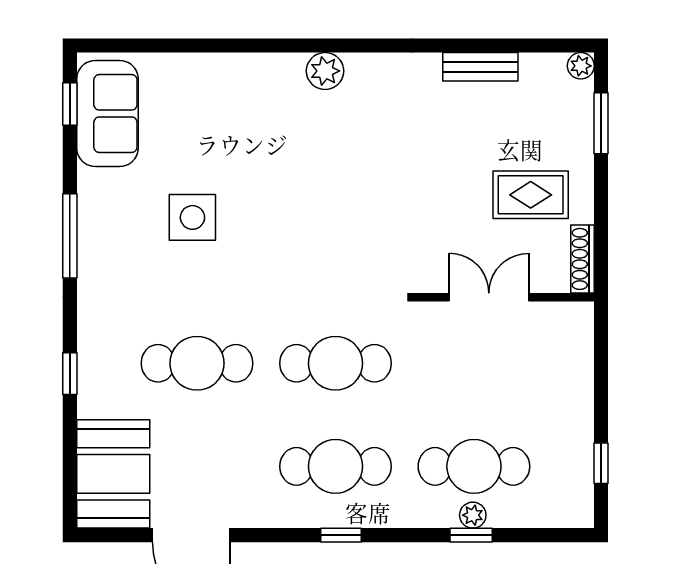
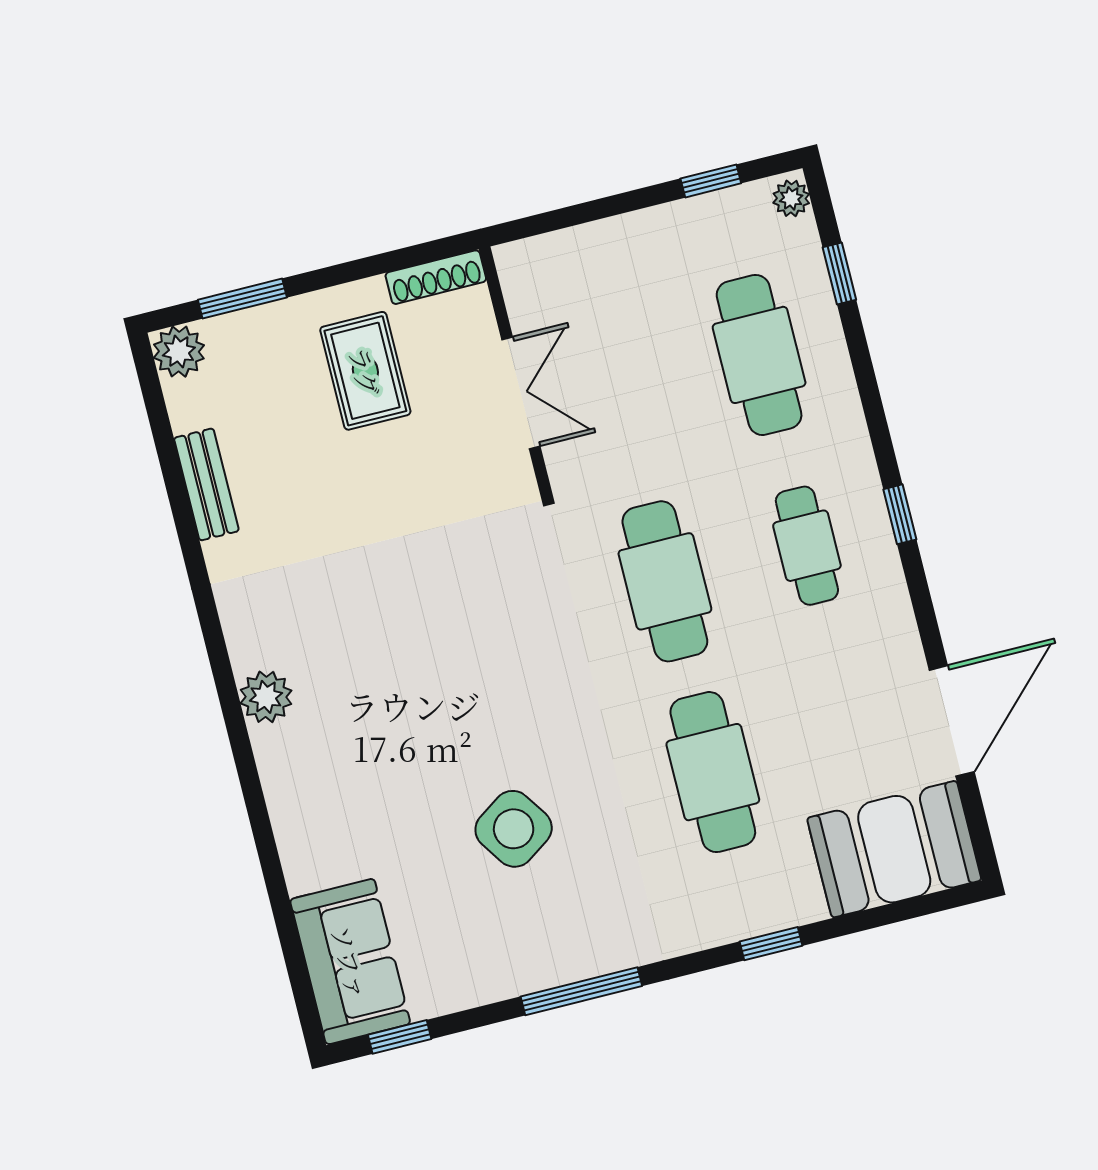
plant: (581, 66) -> (179, 352), width x1.38, depth x1.38
sofa: (107, 113) -> (350, 962), moved, turned 90
side table: (192, 217) -> (514, 829), turned -34
double door: (489, 297) -> (521, 393), swing flipped
cafe table: (335, 466) -> (807, 546), width x0.73, depth x0.74
plant: (473, 515) -> (791, 198), moved
window: (471, 535) -> (839, 273), moved

